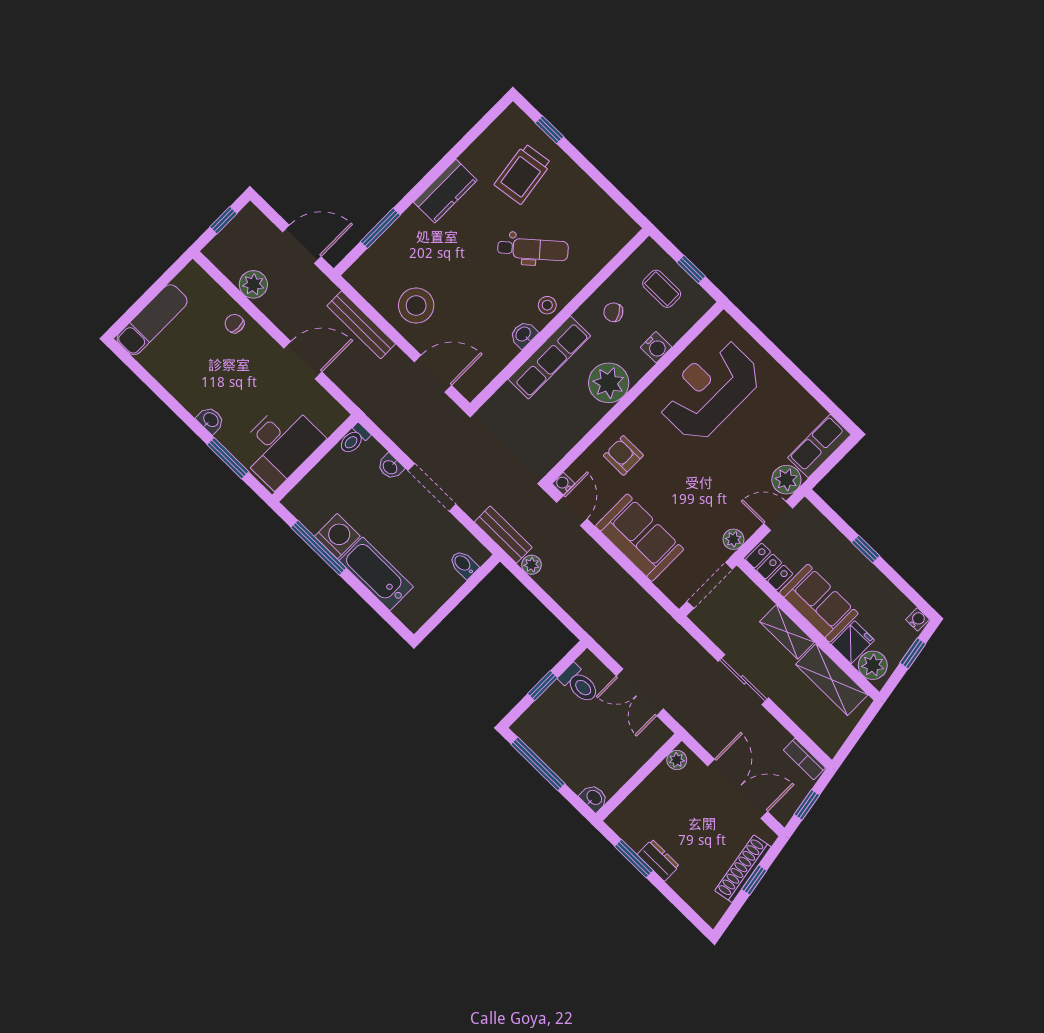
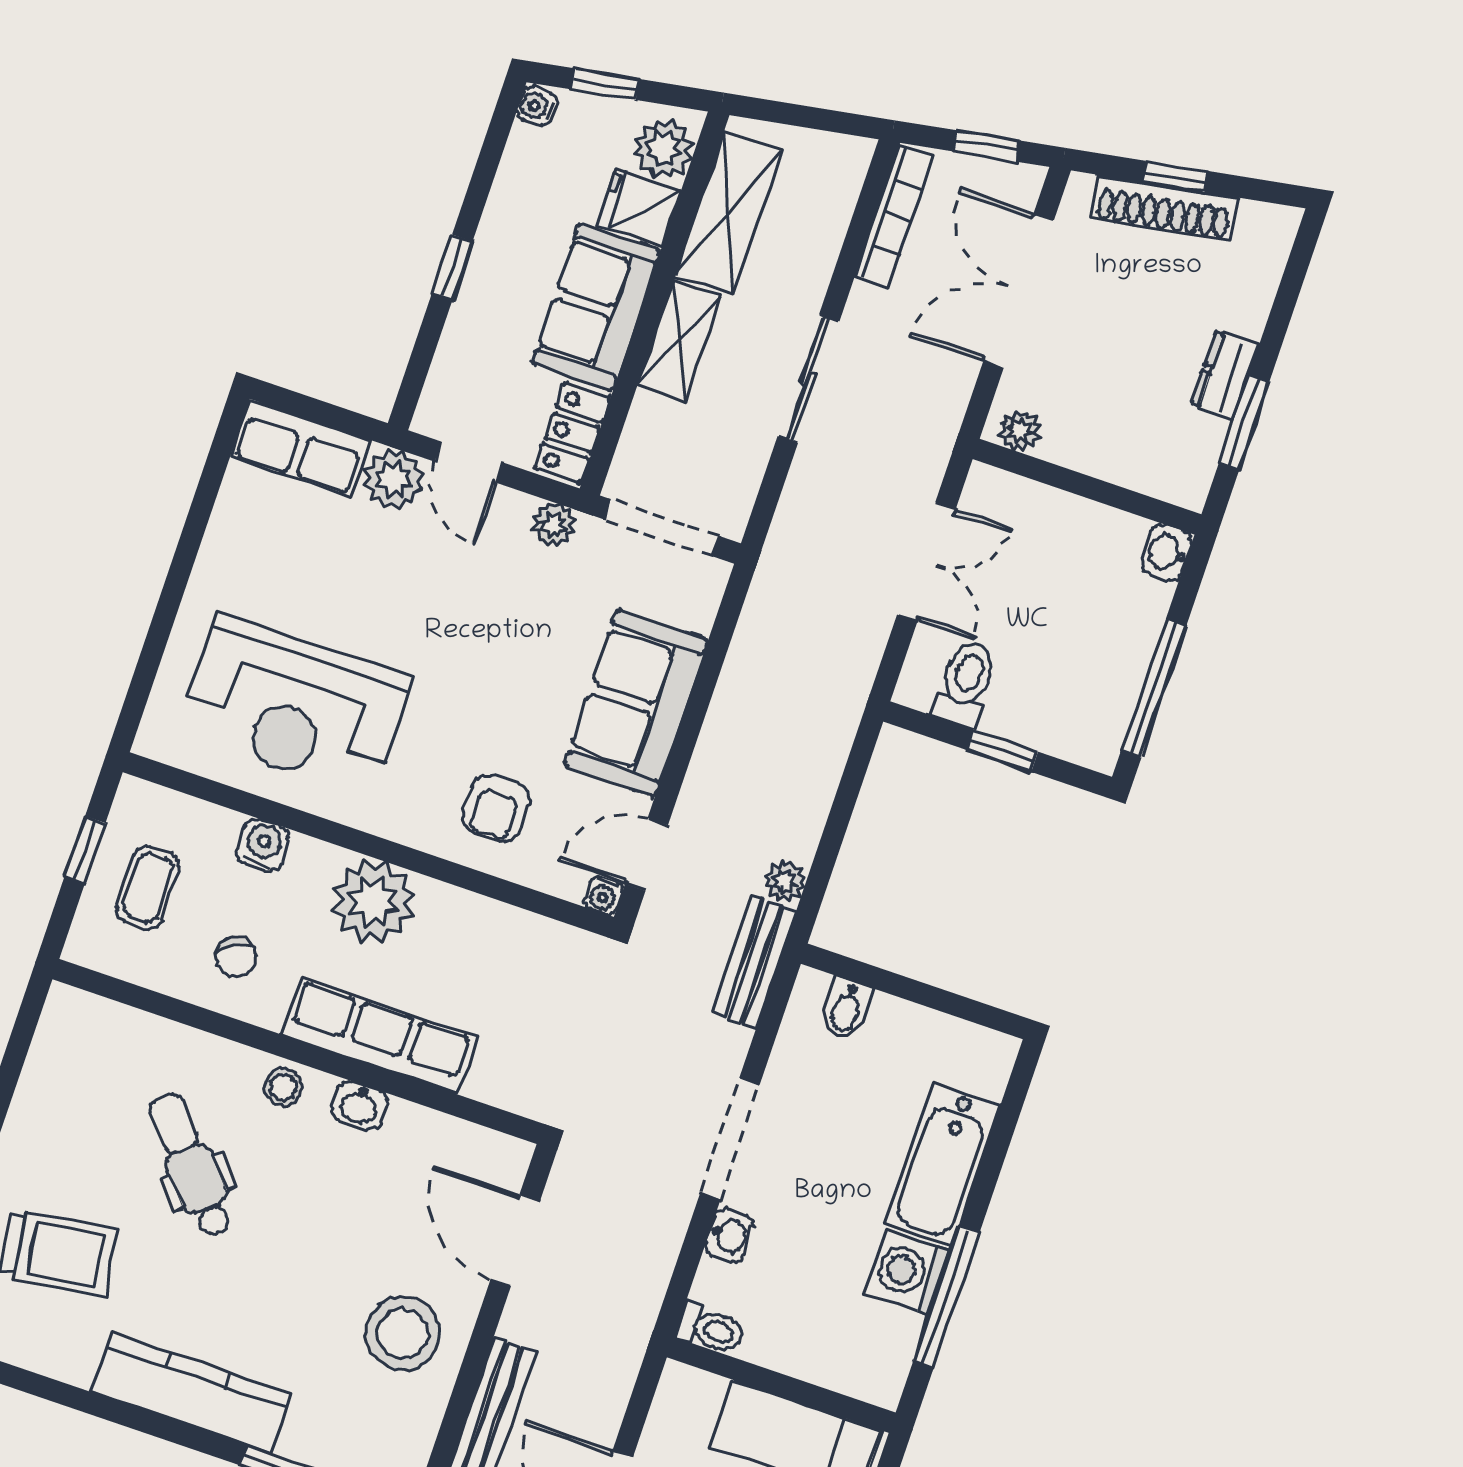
kitchen counter: (445, 191) -> (191, 1393), width x1.50
bookcase: (804, 759) -> (894, 216), width x1.56

